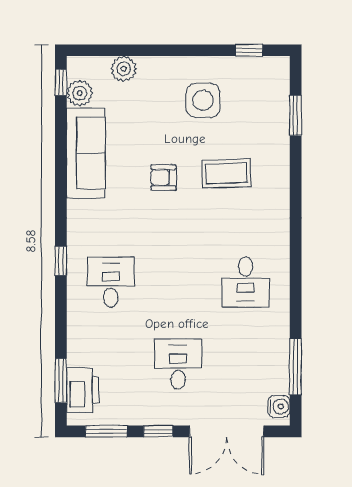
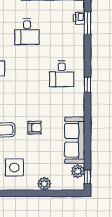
plant: (124, 69) -> (44, 184), moved
printer: (83, 390) -> (79, 18), width x0.53, depth x0.68

